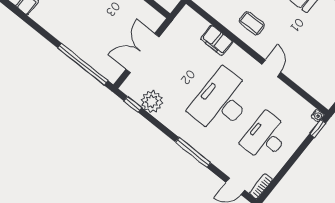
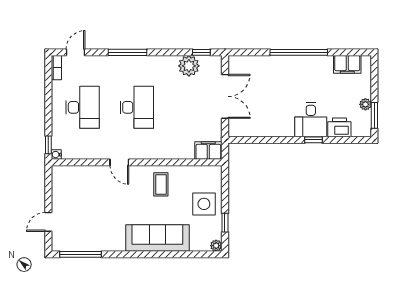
coffee table: (252, 23) -> (161, 184), turned 90
filing cabinet: (217, 40) -> (208, 151), moved
window: (83, 64) -> (299, 52), moved
desk: (221, 102) -> (137, 107), width x0.73, depth x0.77

